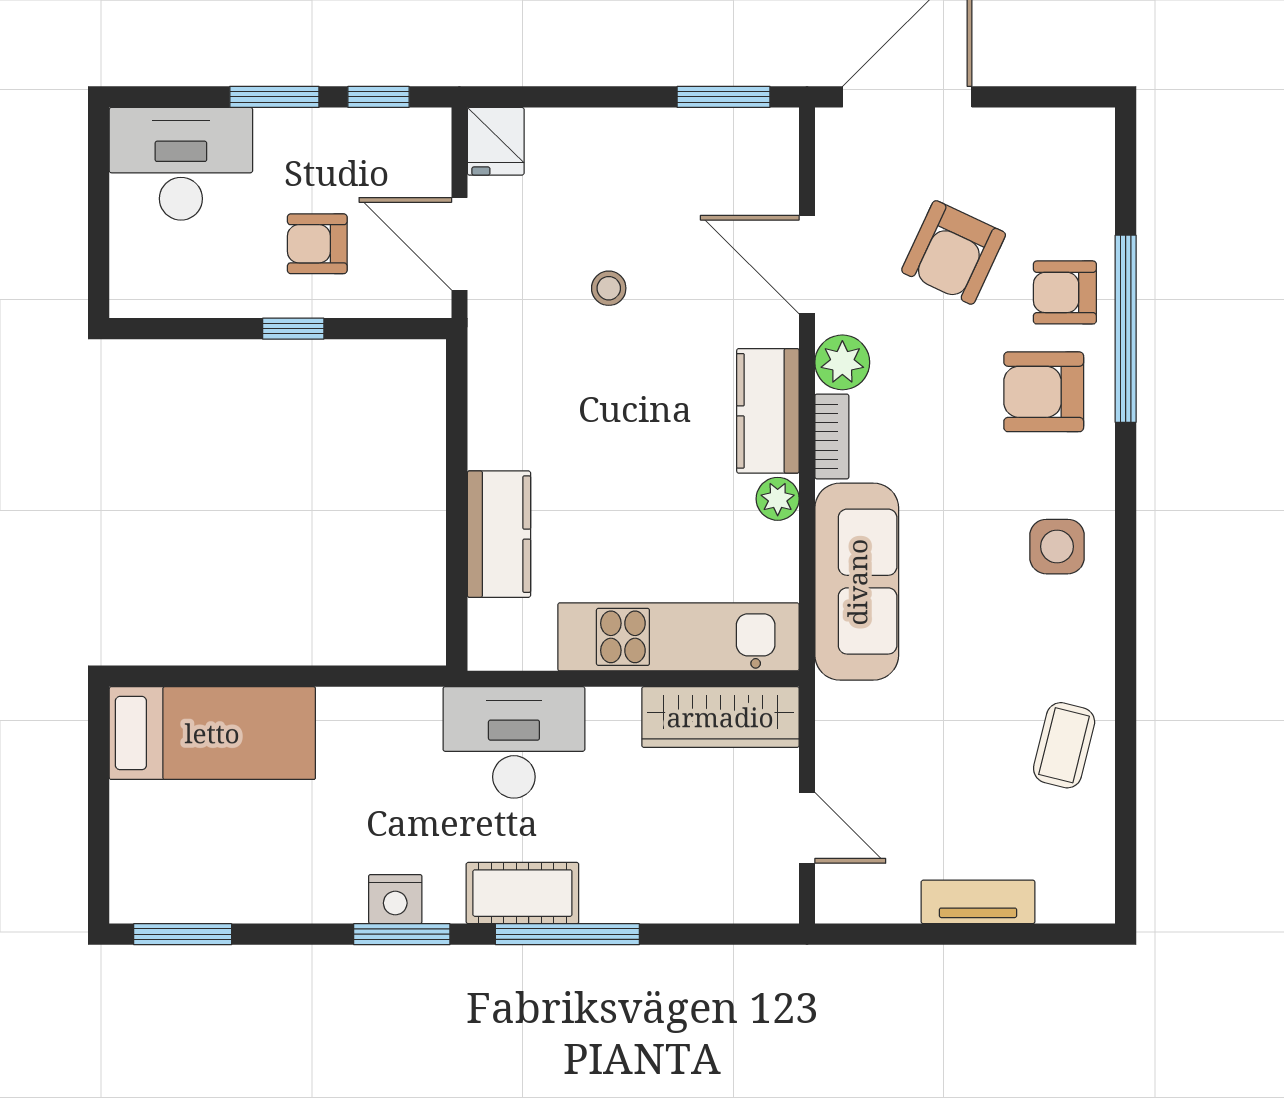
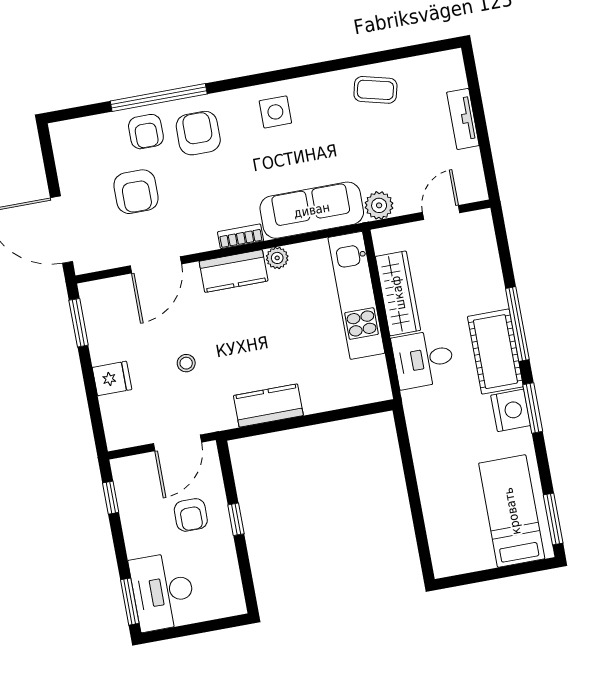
window: (274, 97) -> (130, 602), moved
fridge: (496, 141) -> (112, 378), moved
armchair: (954, 252) -> (136, 192), turned 65
plant: (842, 362) -> (379, 205), moved
armchair: (1044, 392) -> (198, 133), turned 180
kitchen counter: (499, 534) -> (268, 406), moved
wardrobe: (720, 717) -> (398, 293), moved
bed: (212, 733) -> (512, 511), moved
desk: (514, 742) -> (423, 359), width x0.73
cot: (522, 893) -> (495, 352), width x1.37, depth x1.34
nightstand: (395, 899) -> (511, 410), width x1.36, depth x1.33

